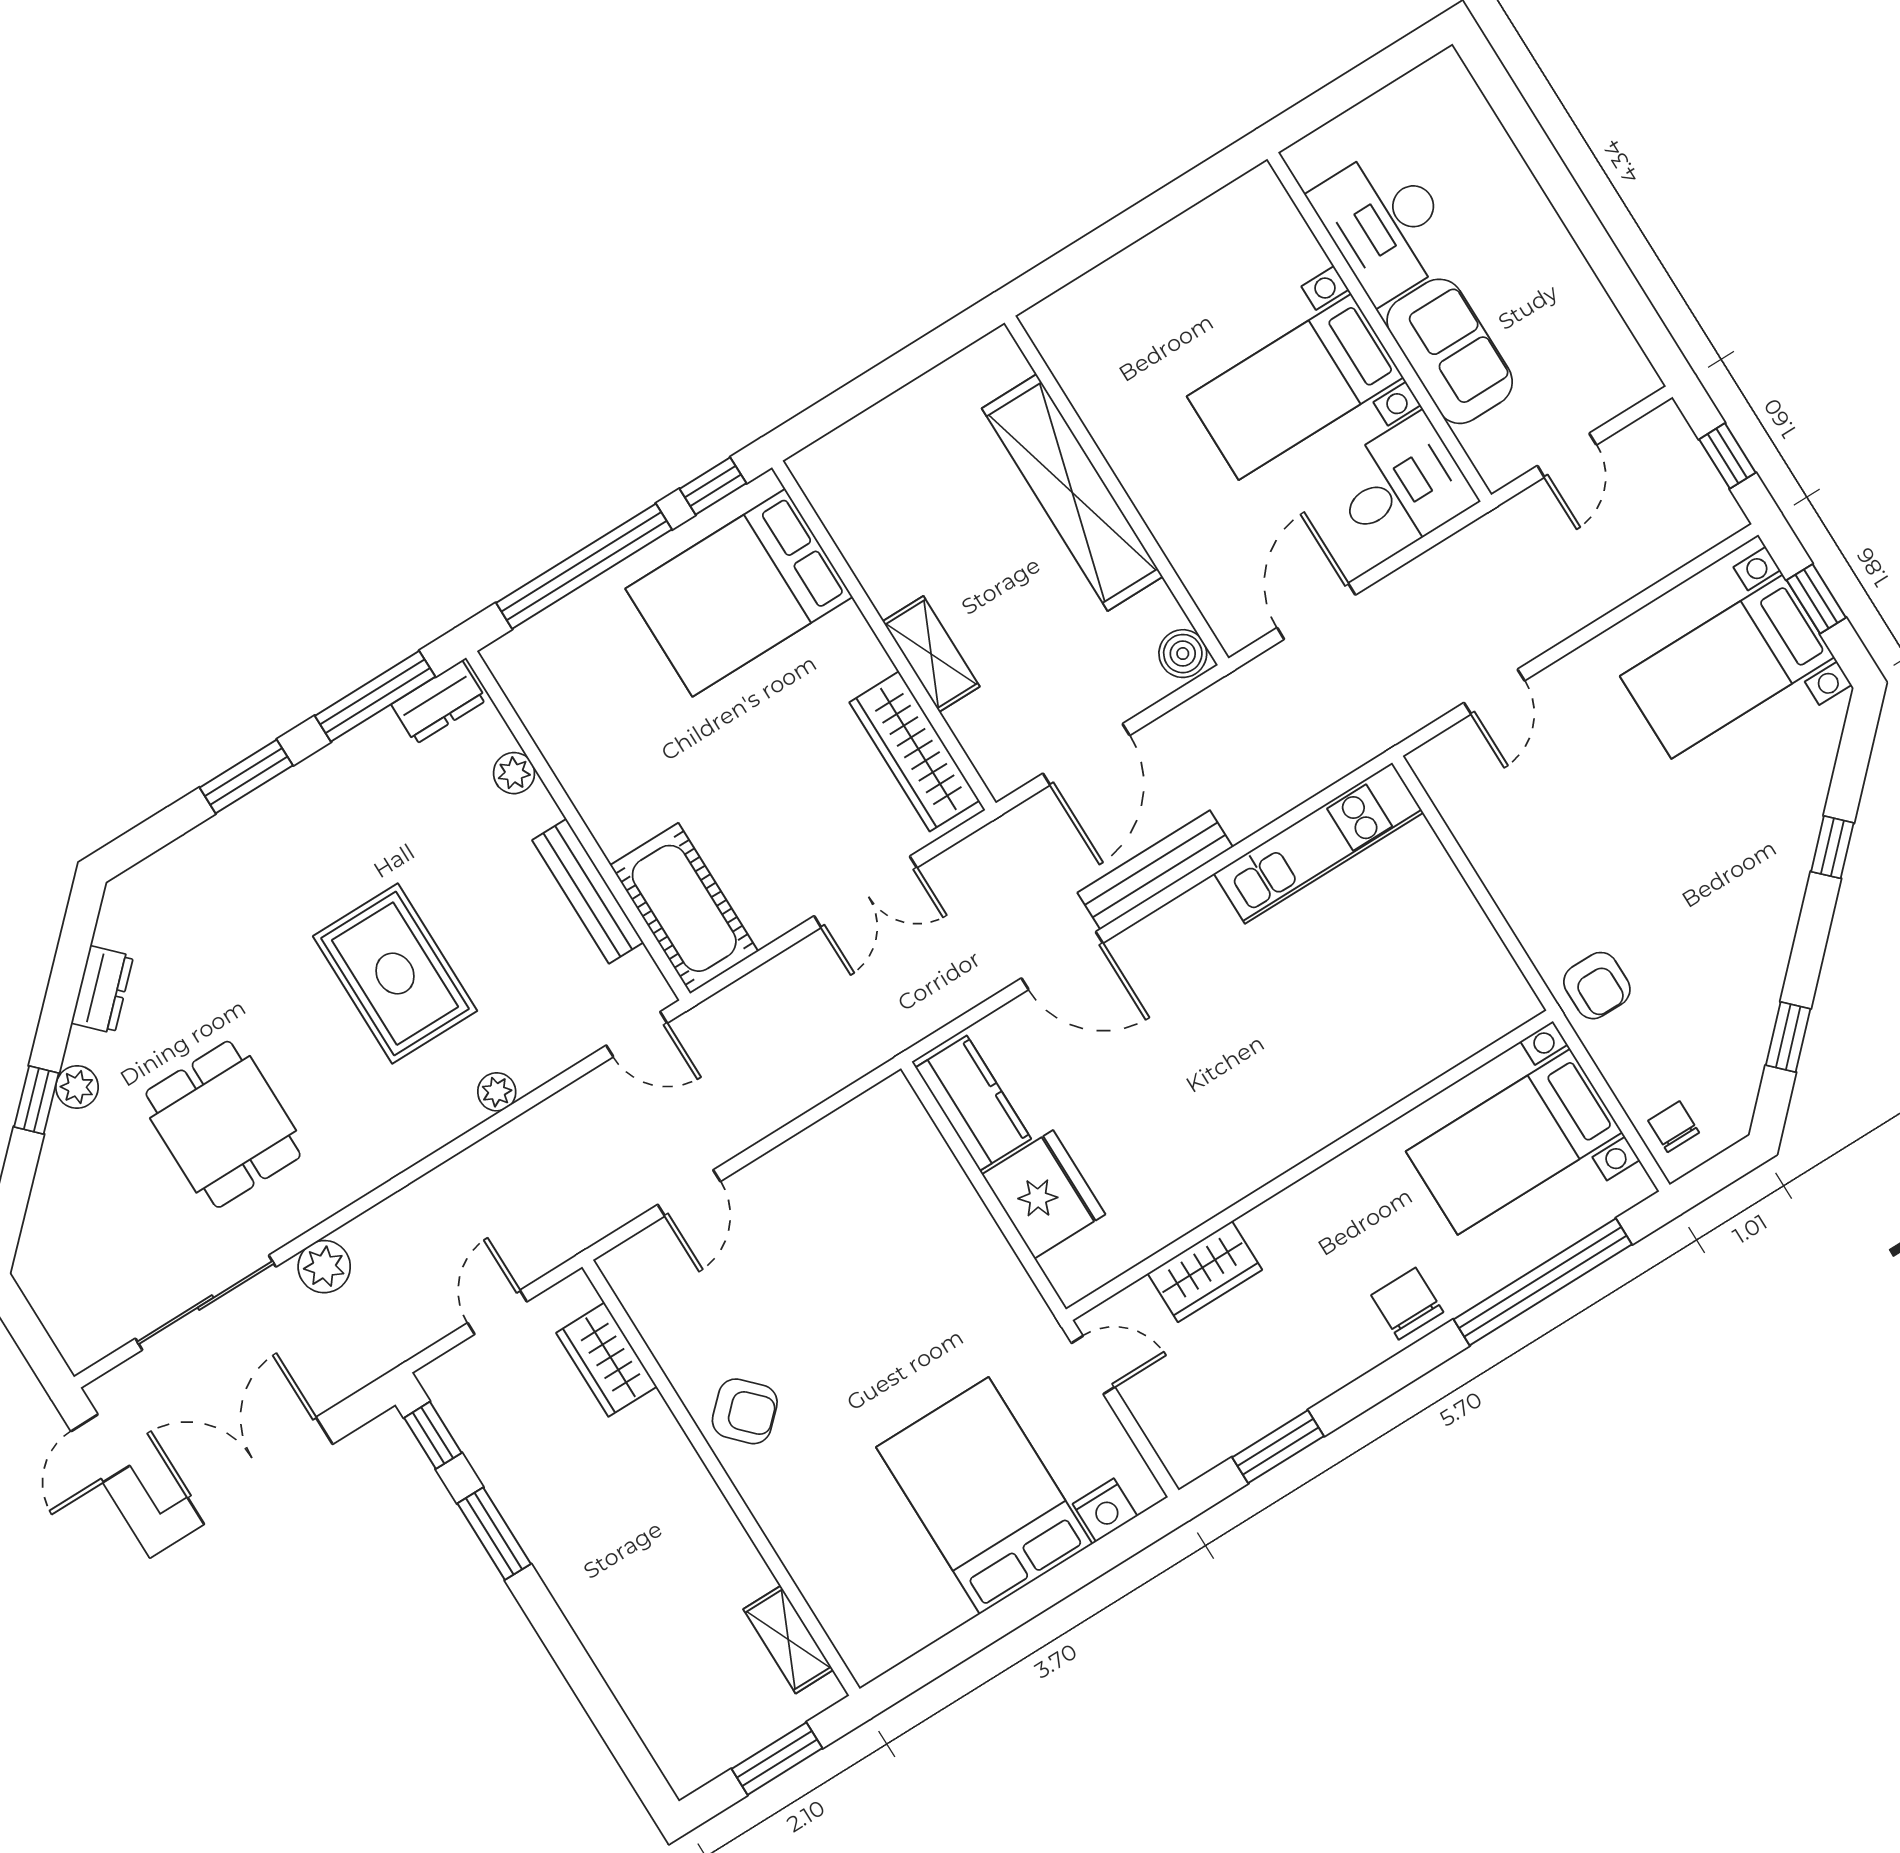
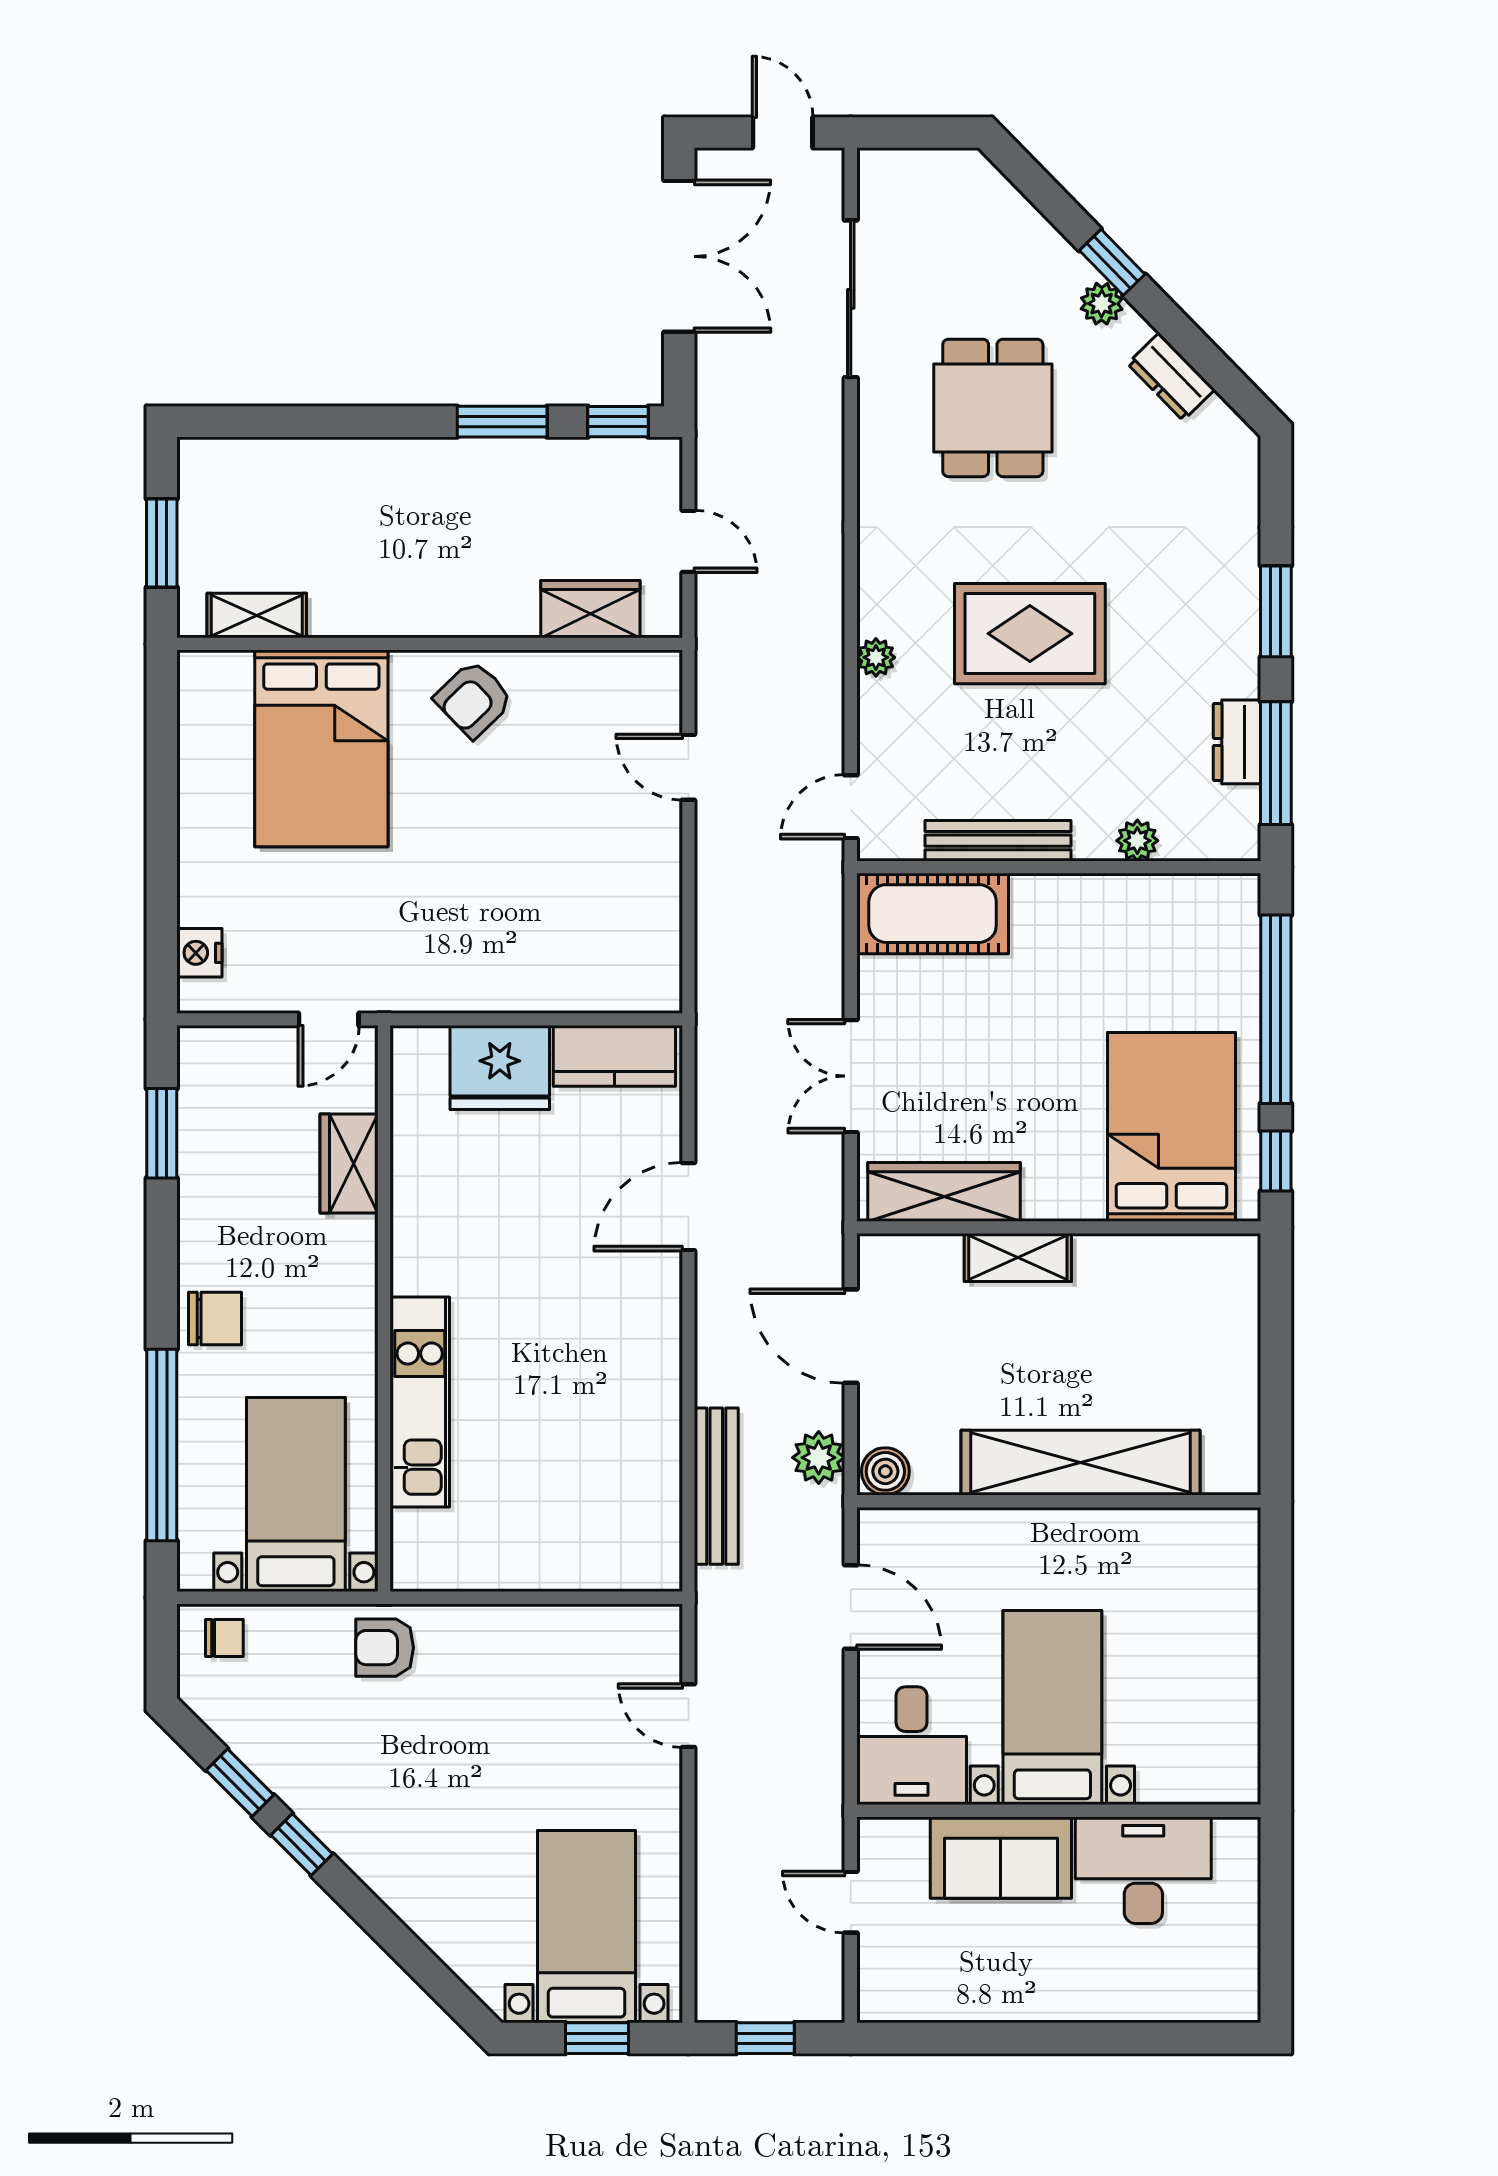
dresser: (439, 702) -> (1237, 742), moved
kitchen unit: (1319, 843) -> (420, 1402), moved, turned 180
window: (1832, 847) -> (302, 1845), moved
bench: (1155, 870) -> (716, 1486), moved
dining table: (223, 1124) -> (993, 408), turned 90
plant: (324, 1267) -> (819, 1458), moved
bed: (984, 1496) -> (321, 748), moved, turned 90

